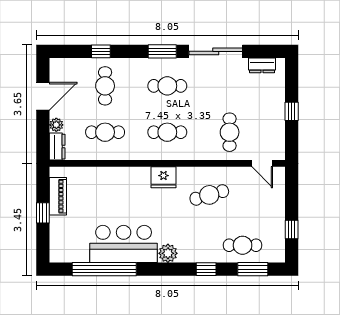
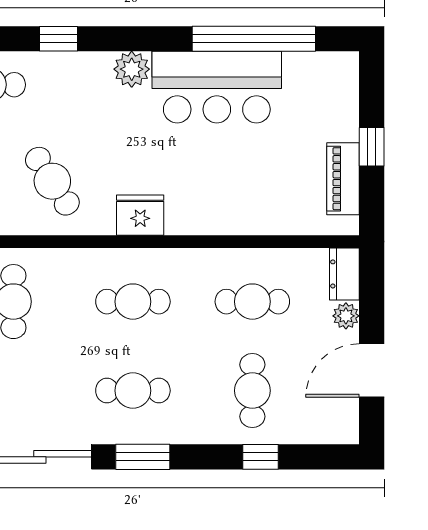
cafe table: (209, 195) -> (52, 181), turned 73

